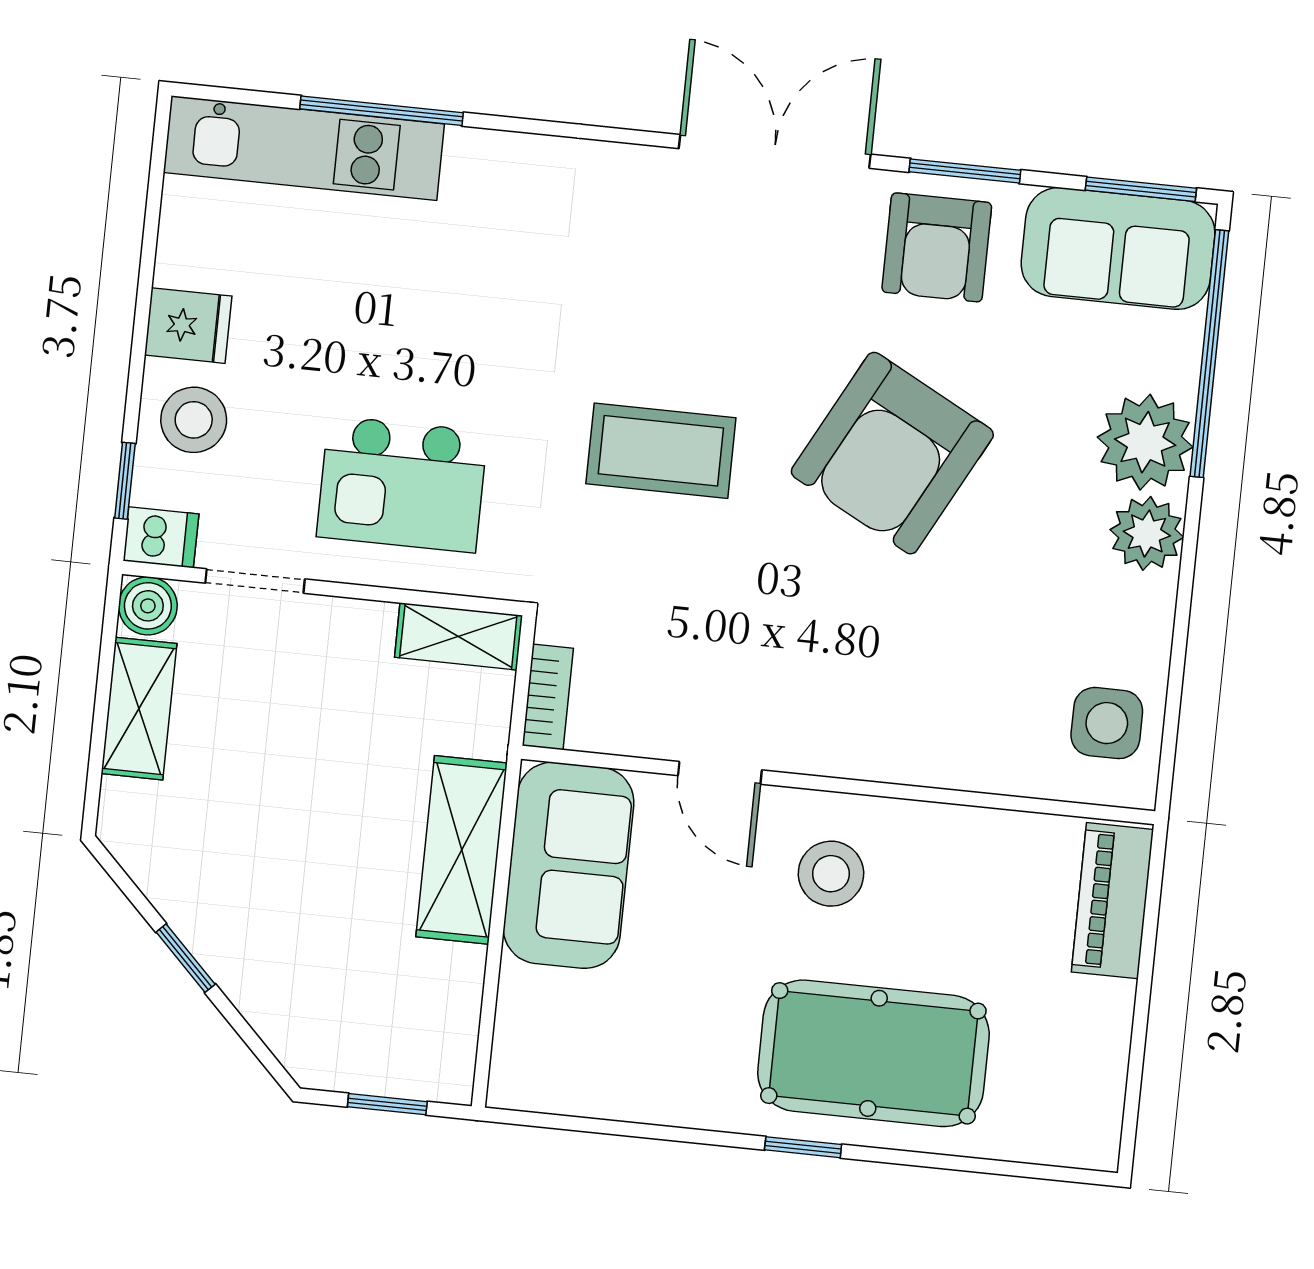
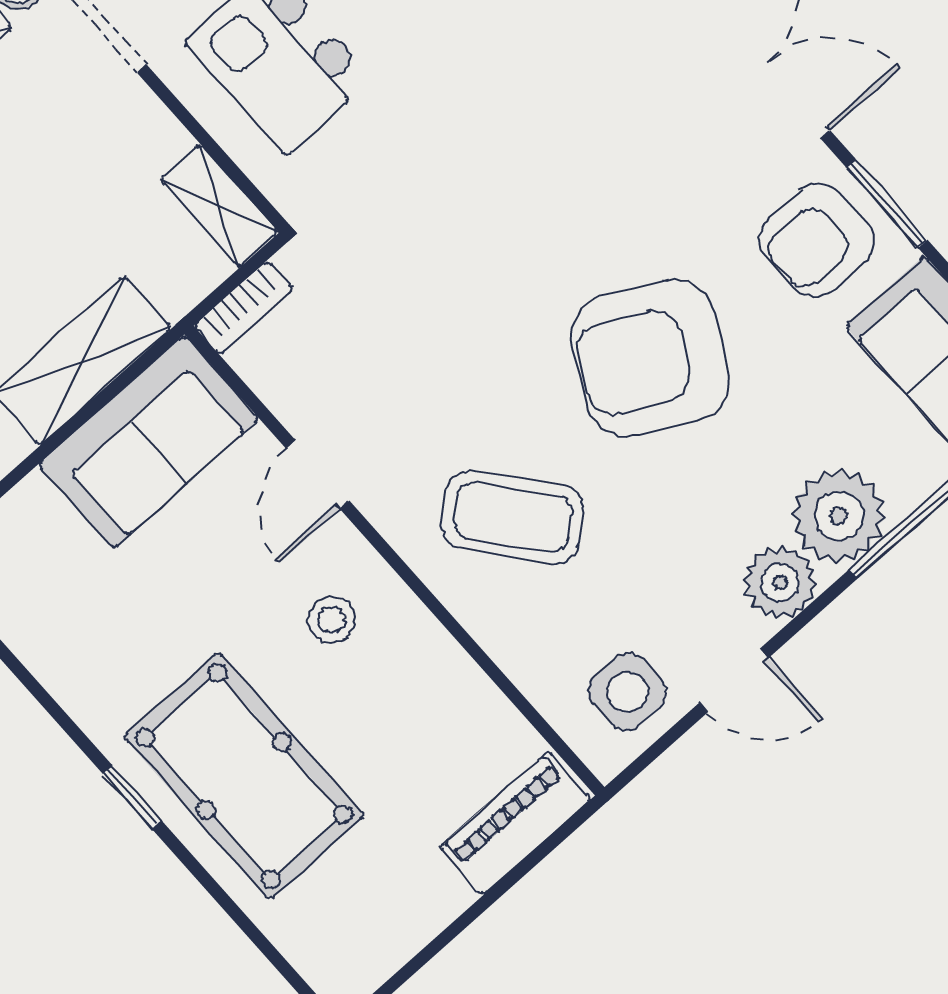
coffee table: (661, 451) -> (513, 517), moved, turned -39
door: (1180, 640) -> (734, 680), added
stool: (831, 874) -> (331, 619), width x0.73, depth x0.73

